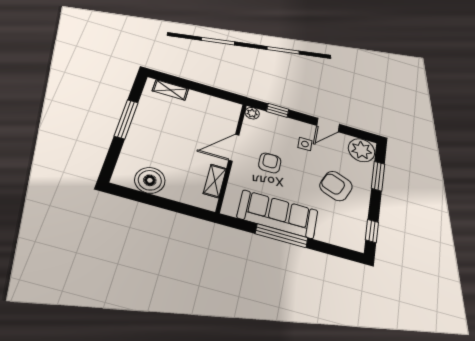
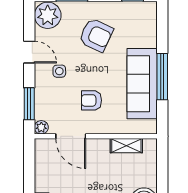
window: (278, 110) -> (29, 104), width x1.50
door: (234, 148) -> (71, 136), moved
armchair: (336, 186) -> (96, 35), turned -87

